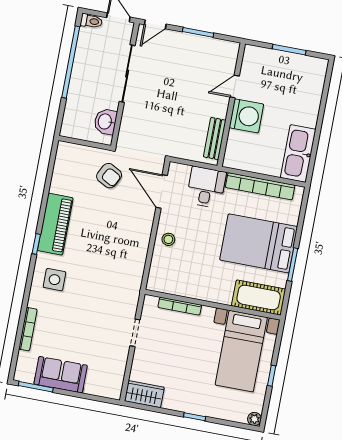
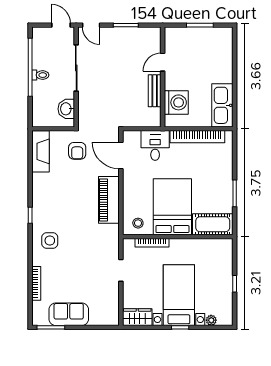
toilet: (91, 21) -> (40, 75), moved
door: (155, 24) -> (91, 25), hinge flipped
washing machine: (246, 116) -> (176, 102), moved
bench: (215, 139) -> (155, 91), moved
fireplace: (64, 168) -> (40, 151), added
armchair: (109, 176) -> (77, 151), turned 62
piano: (55, 224) -> (109, 200), moved, turned 180
stool: (168, 239) -> (138, 223), moved
bed: (259, 243) -> (172, 207), moved, turned 90
bed with nightstands: (241, 351) -> (179, 295), moved, turned 180
plant: (254, 419) -> (211, 320), moved

